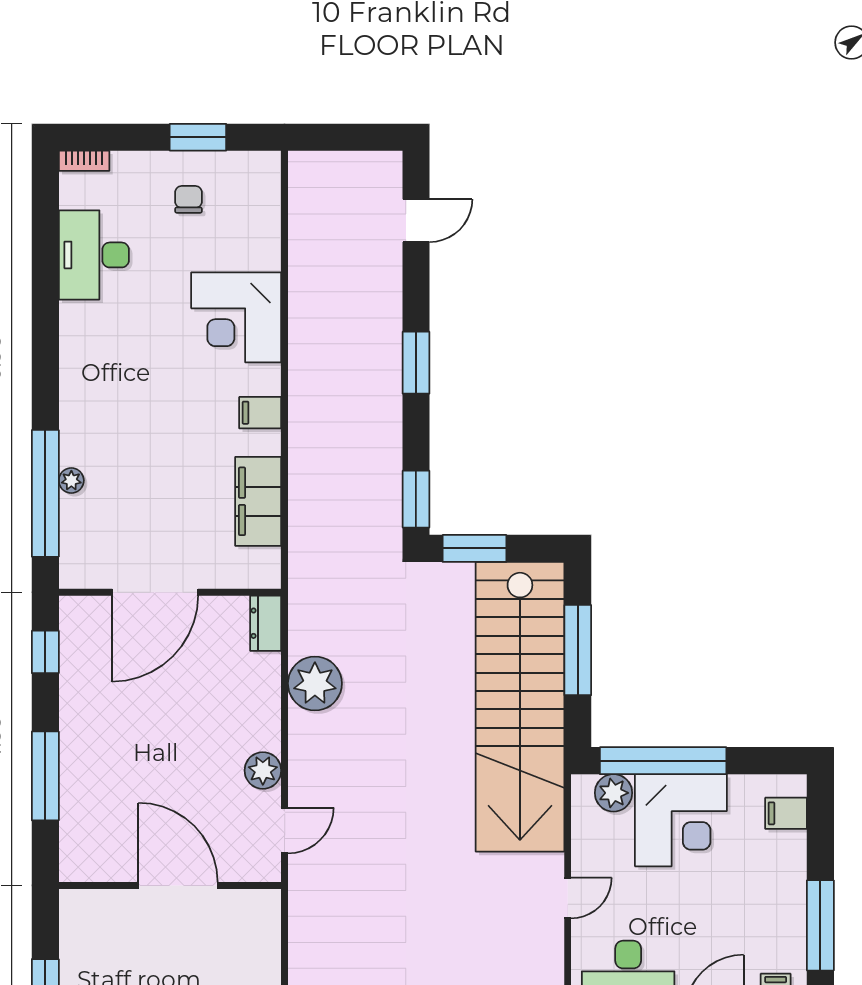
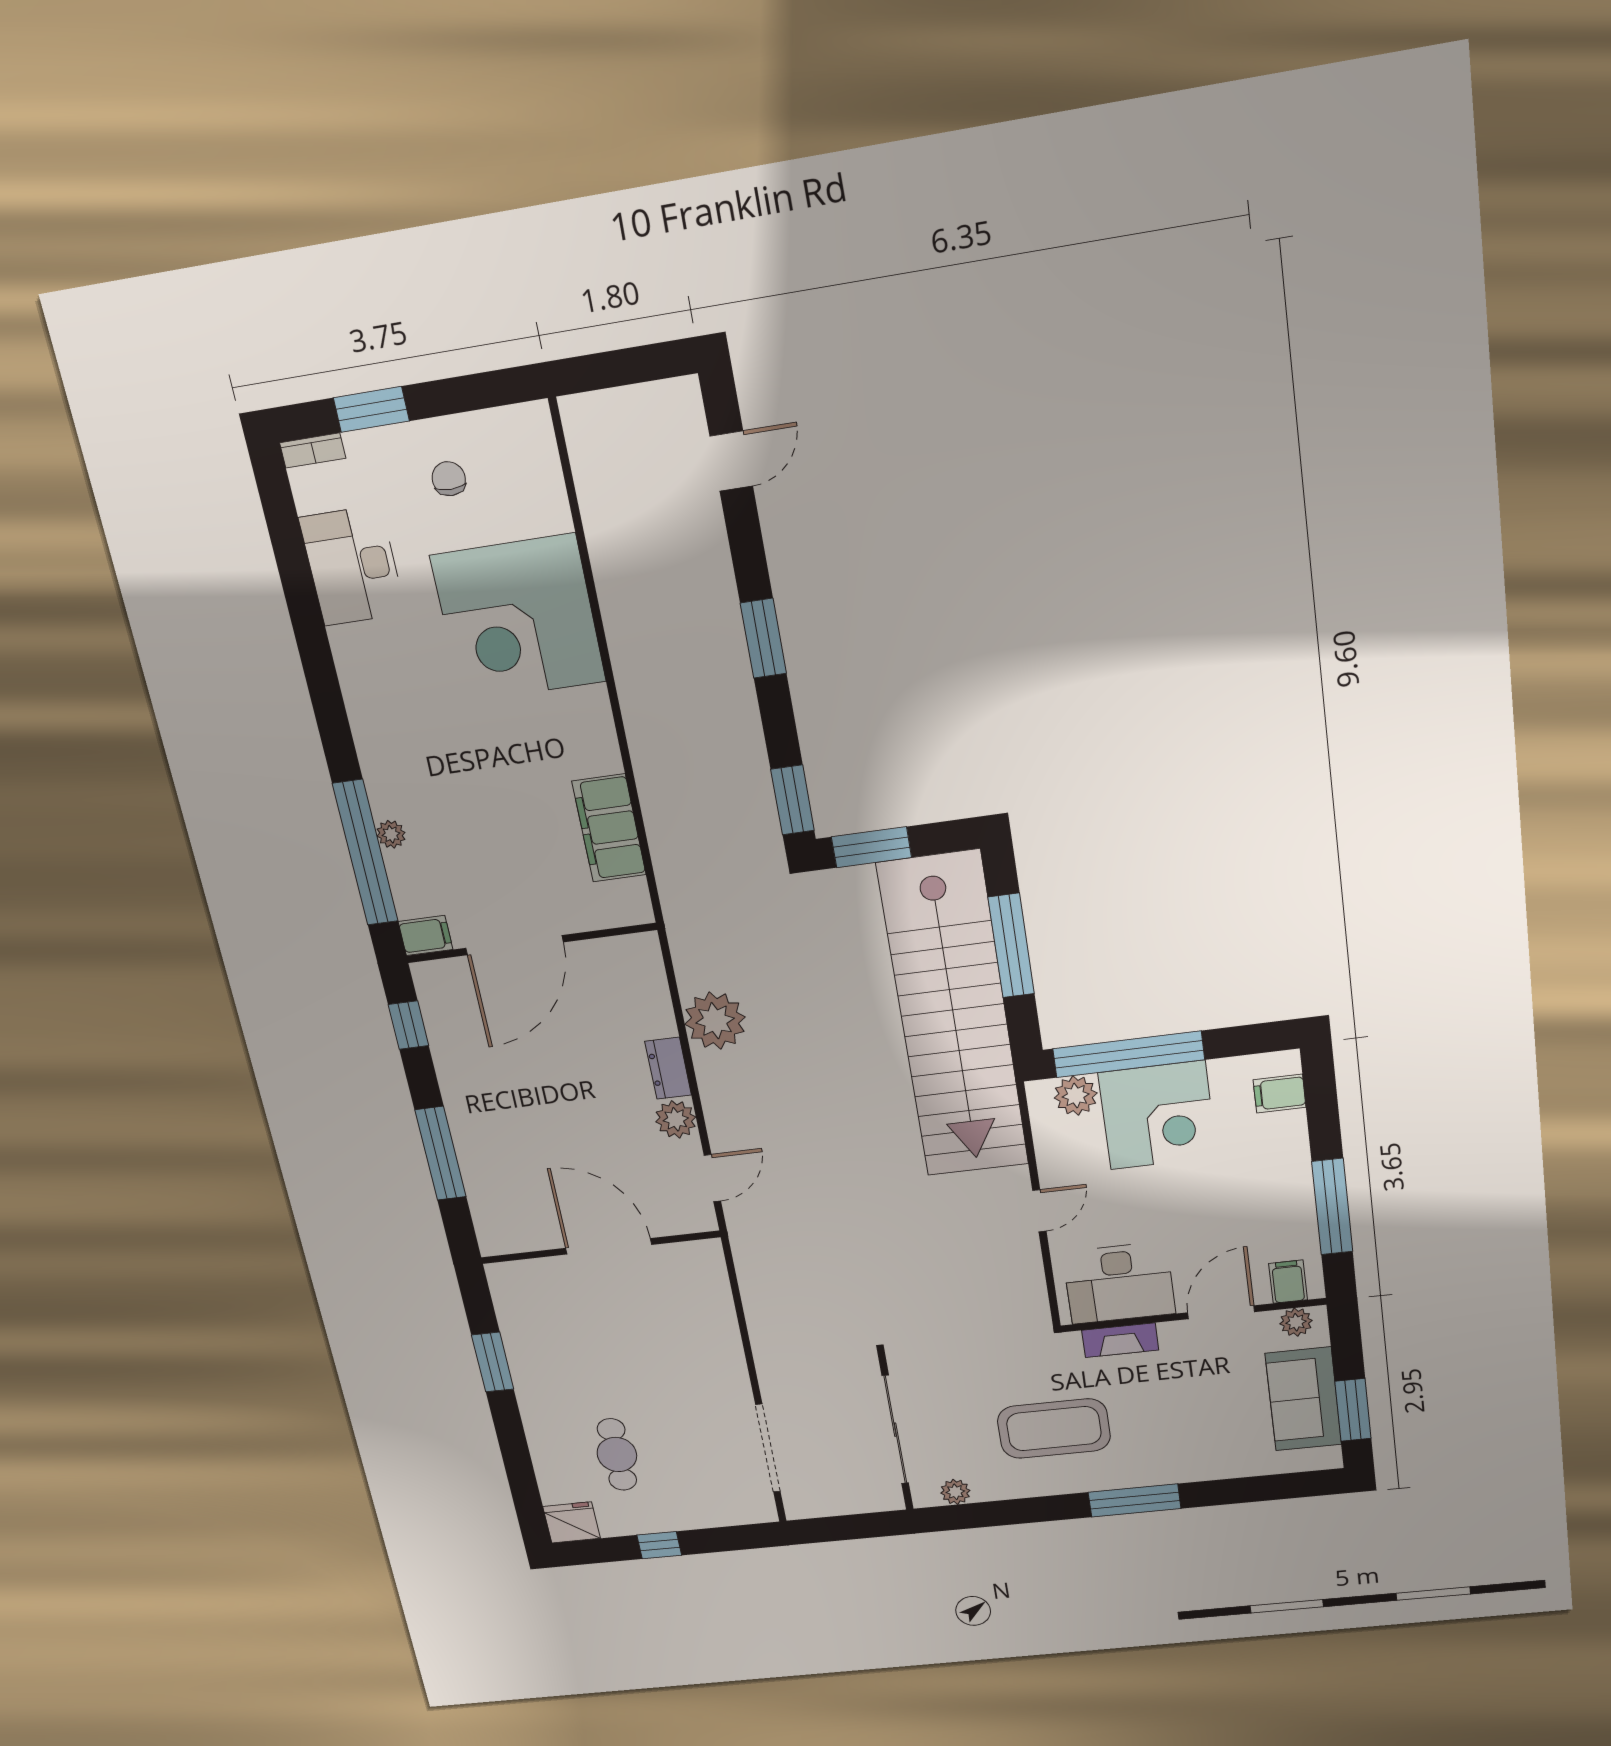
window: (198, 137) -> (371, 409), moved
corner desk: (236, 317) -> (518, 619), width x1.36, depth x1.36
filing cabinet: (260, 413) -> (425, 936), moved, turned 180
dresser: (266, 623) -> (668, 1068), moved

